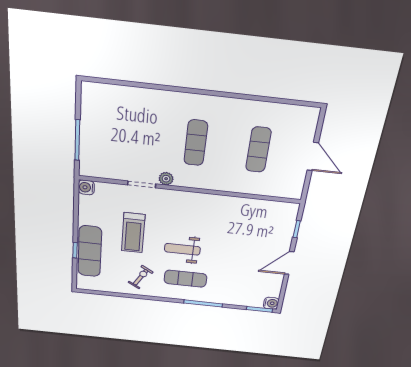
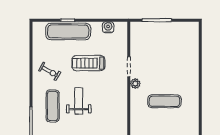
water cooler: (86, 187) -> (108, 27), moved

